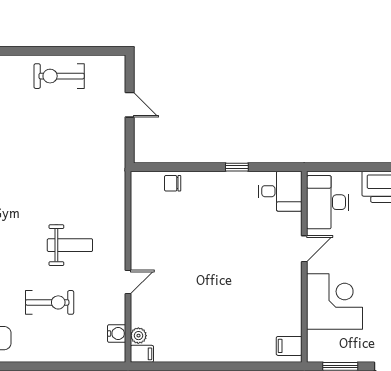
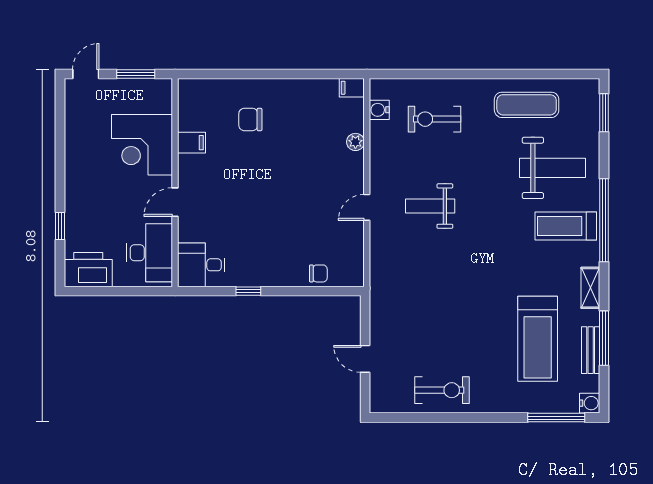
door: (128, 282) -> (367, 207), moved
exercise bike: (50, 302) -> (435, 119), moved
chair: (235, 325) -> (250, 119), added
plant: (138, 336) -> (355, 142), moved
filing cabinet: (289, 346) -> (192, 143), moved

